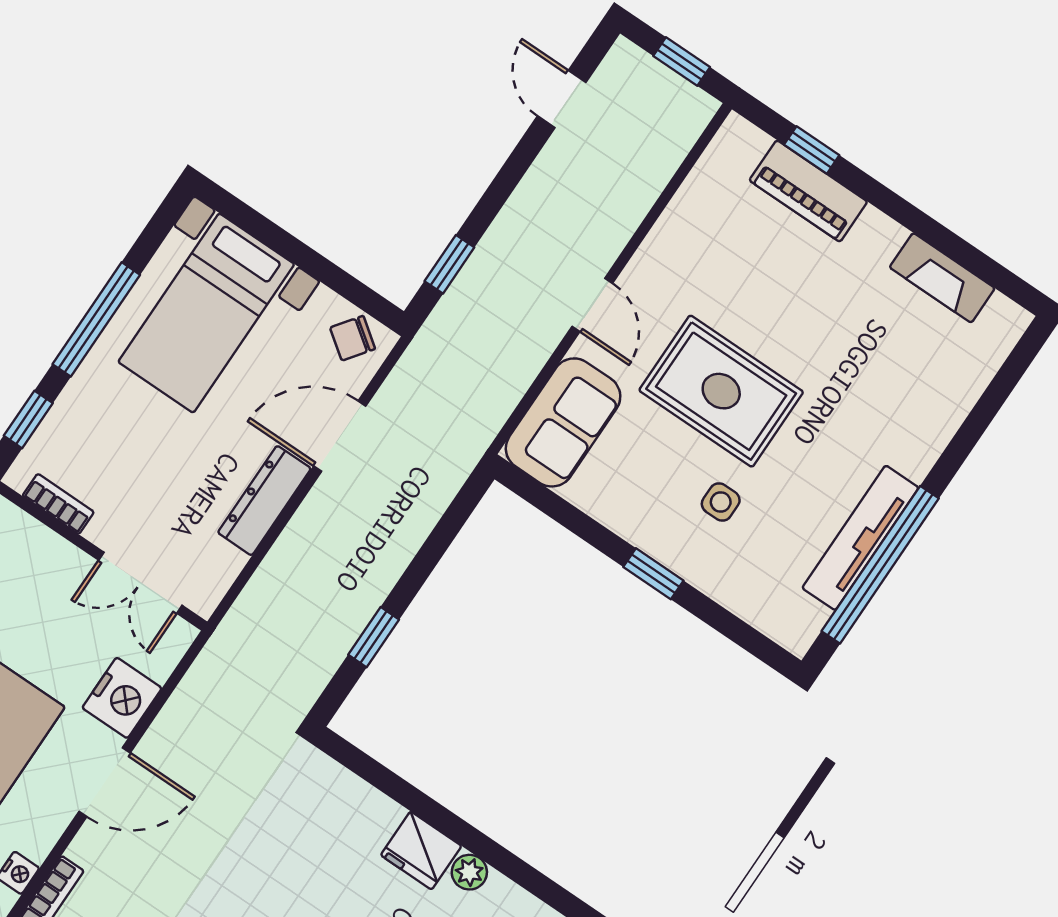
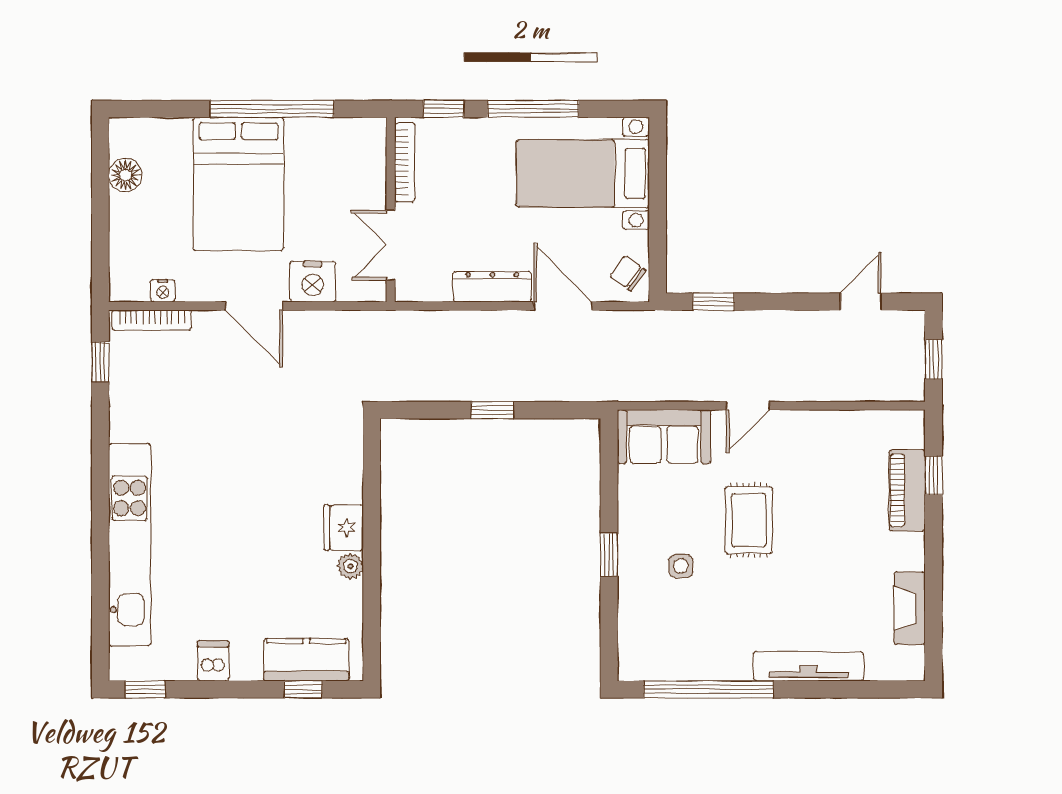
rug: (721, 391) -> (749, 520), width x0.73, depth x0.70
bookcase: (58, 504) -> (405, 162), width x1.56
tv unit: (860, 538) -> (808, 666), moved
window: (374, 637) -> (492, 410), moved

